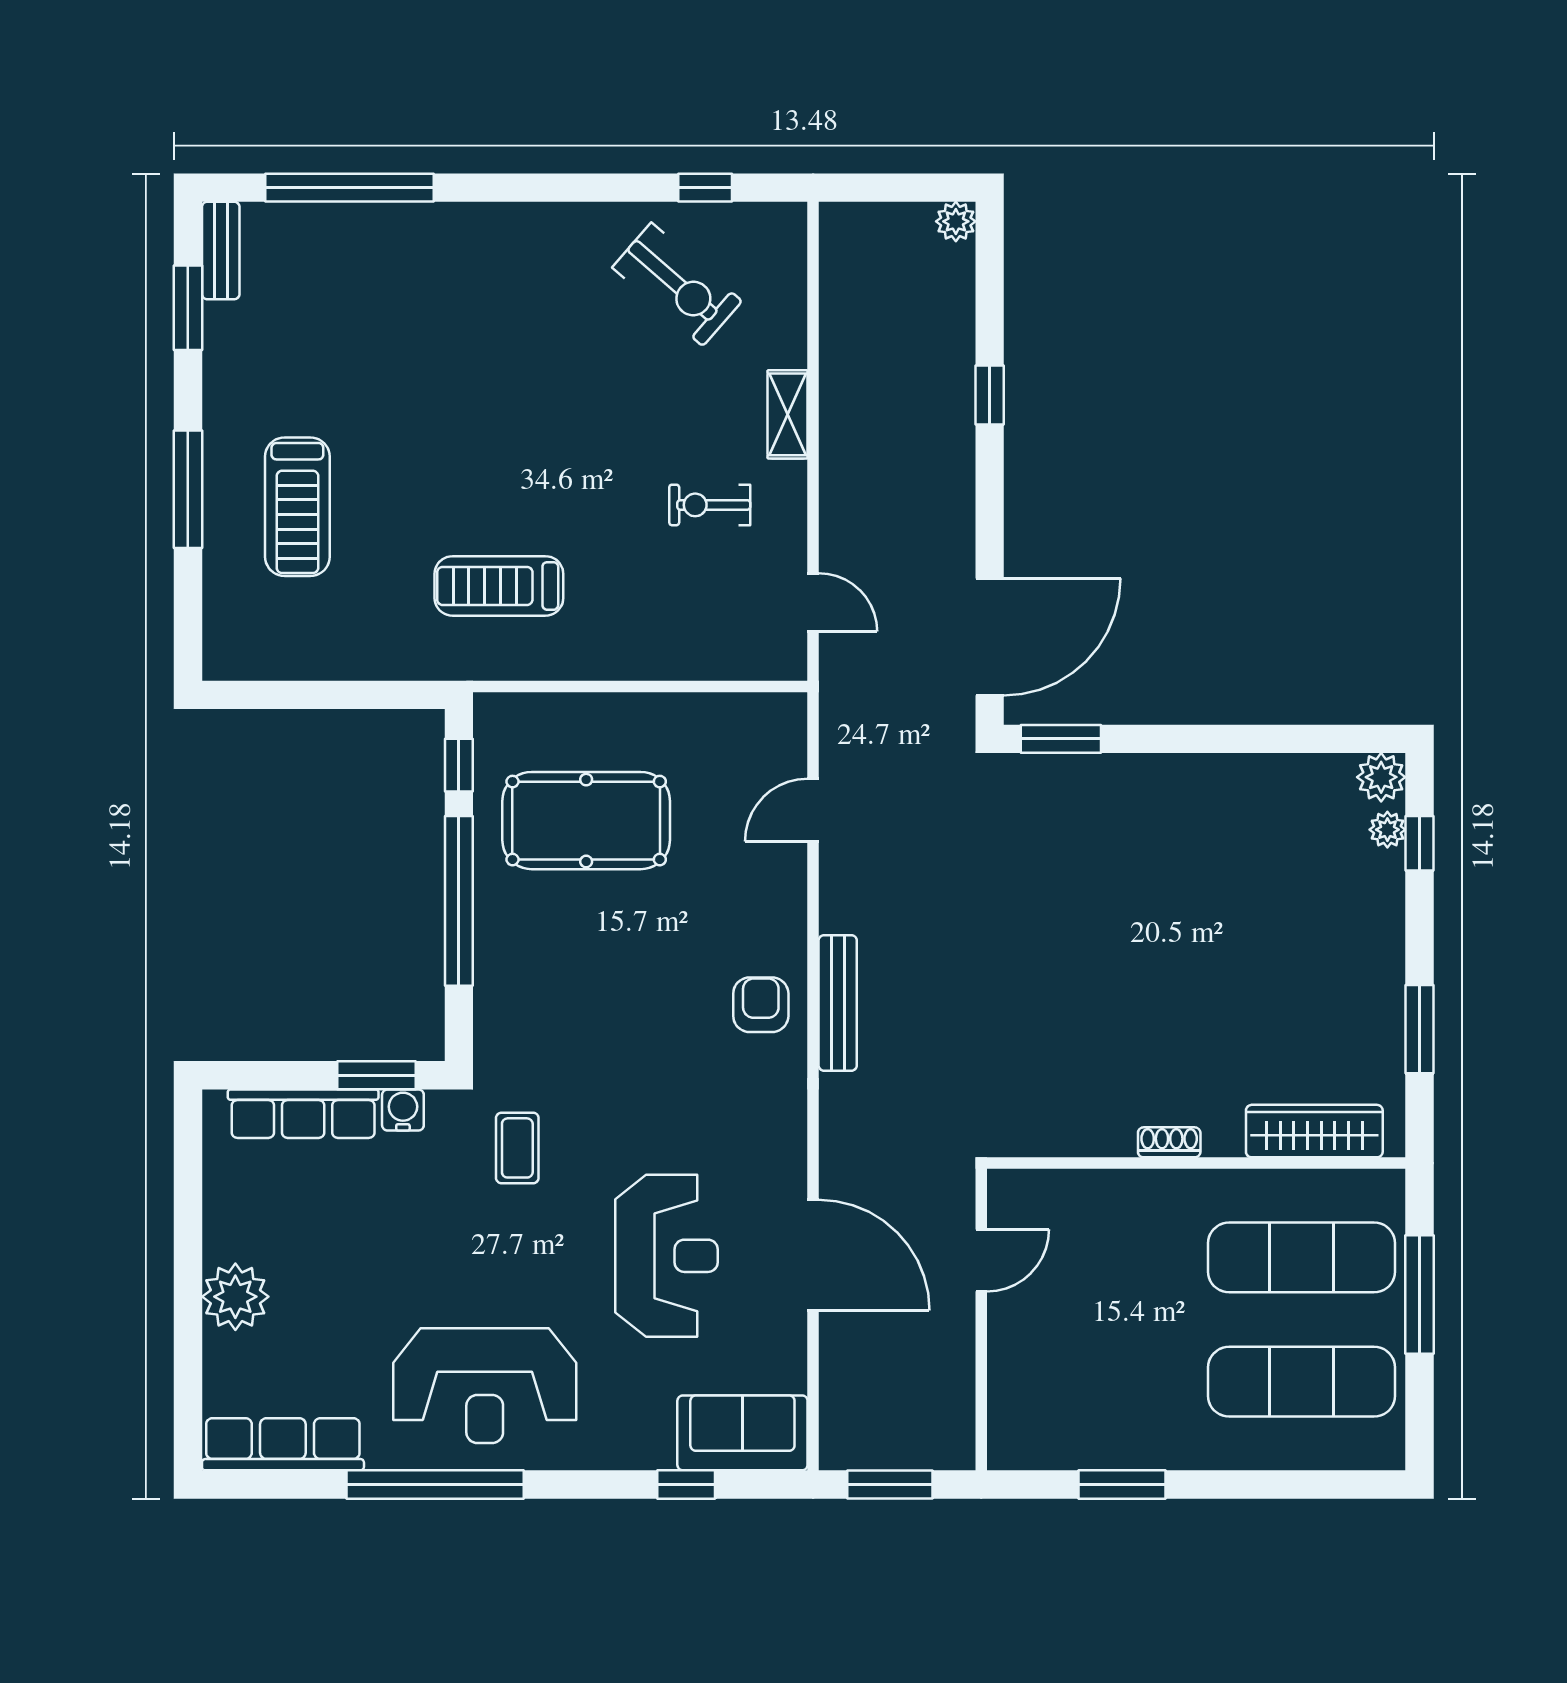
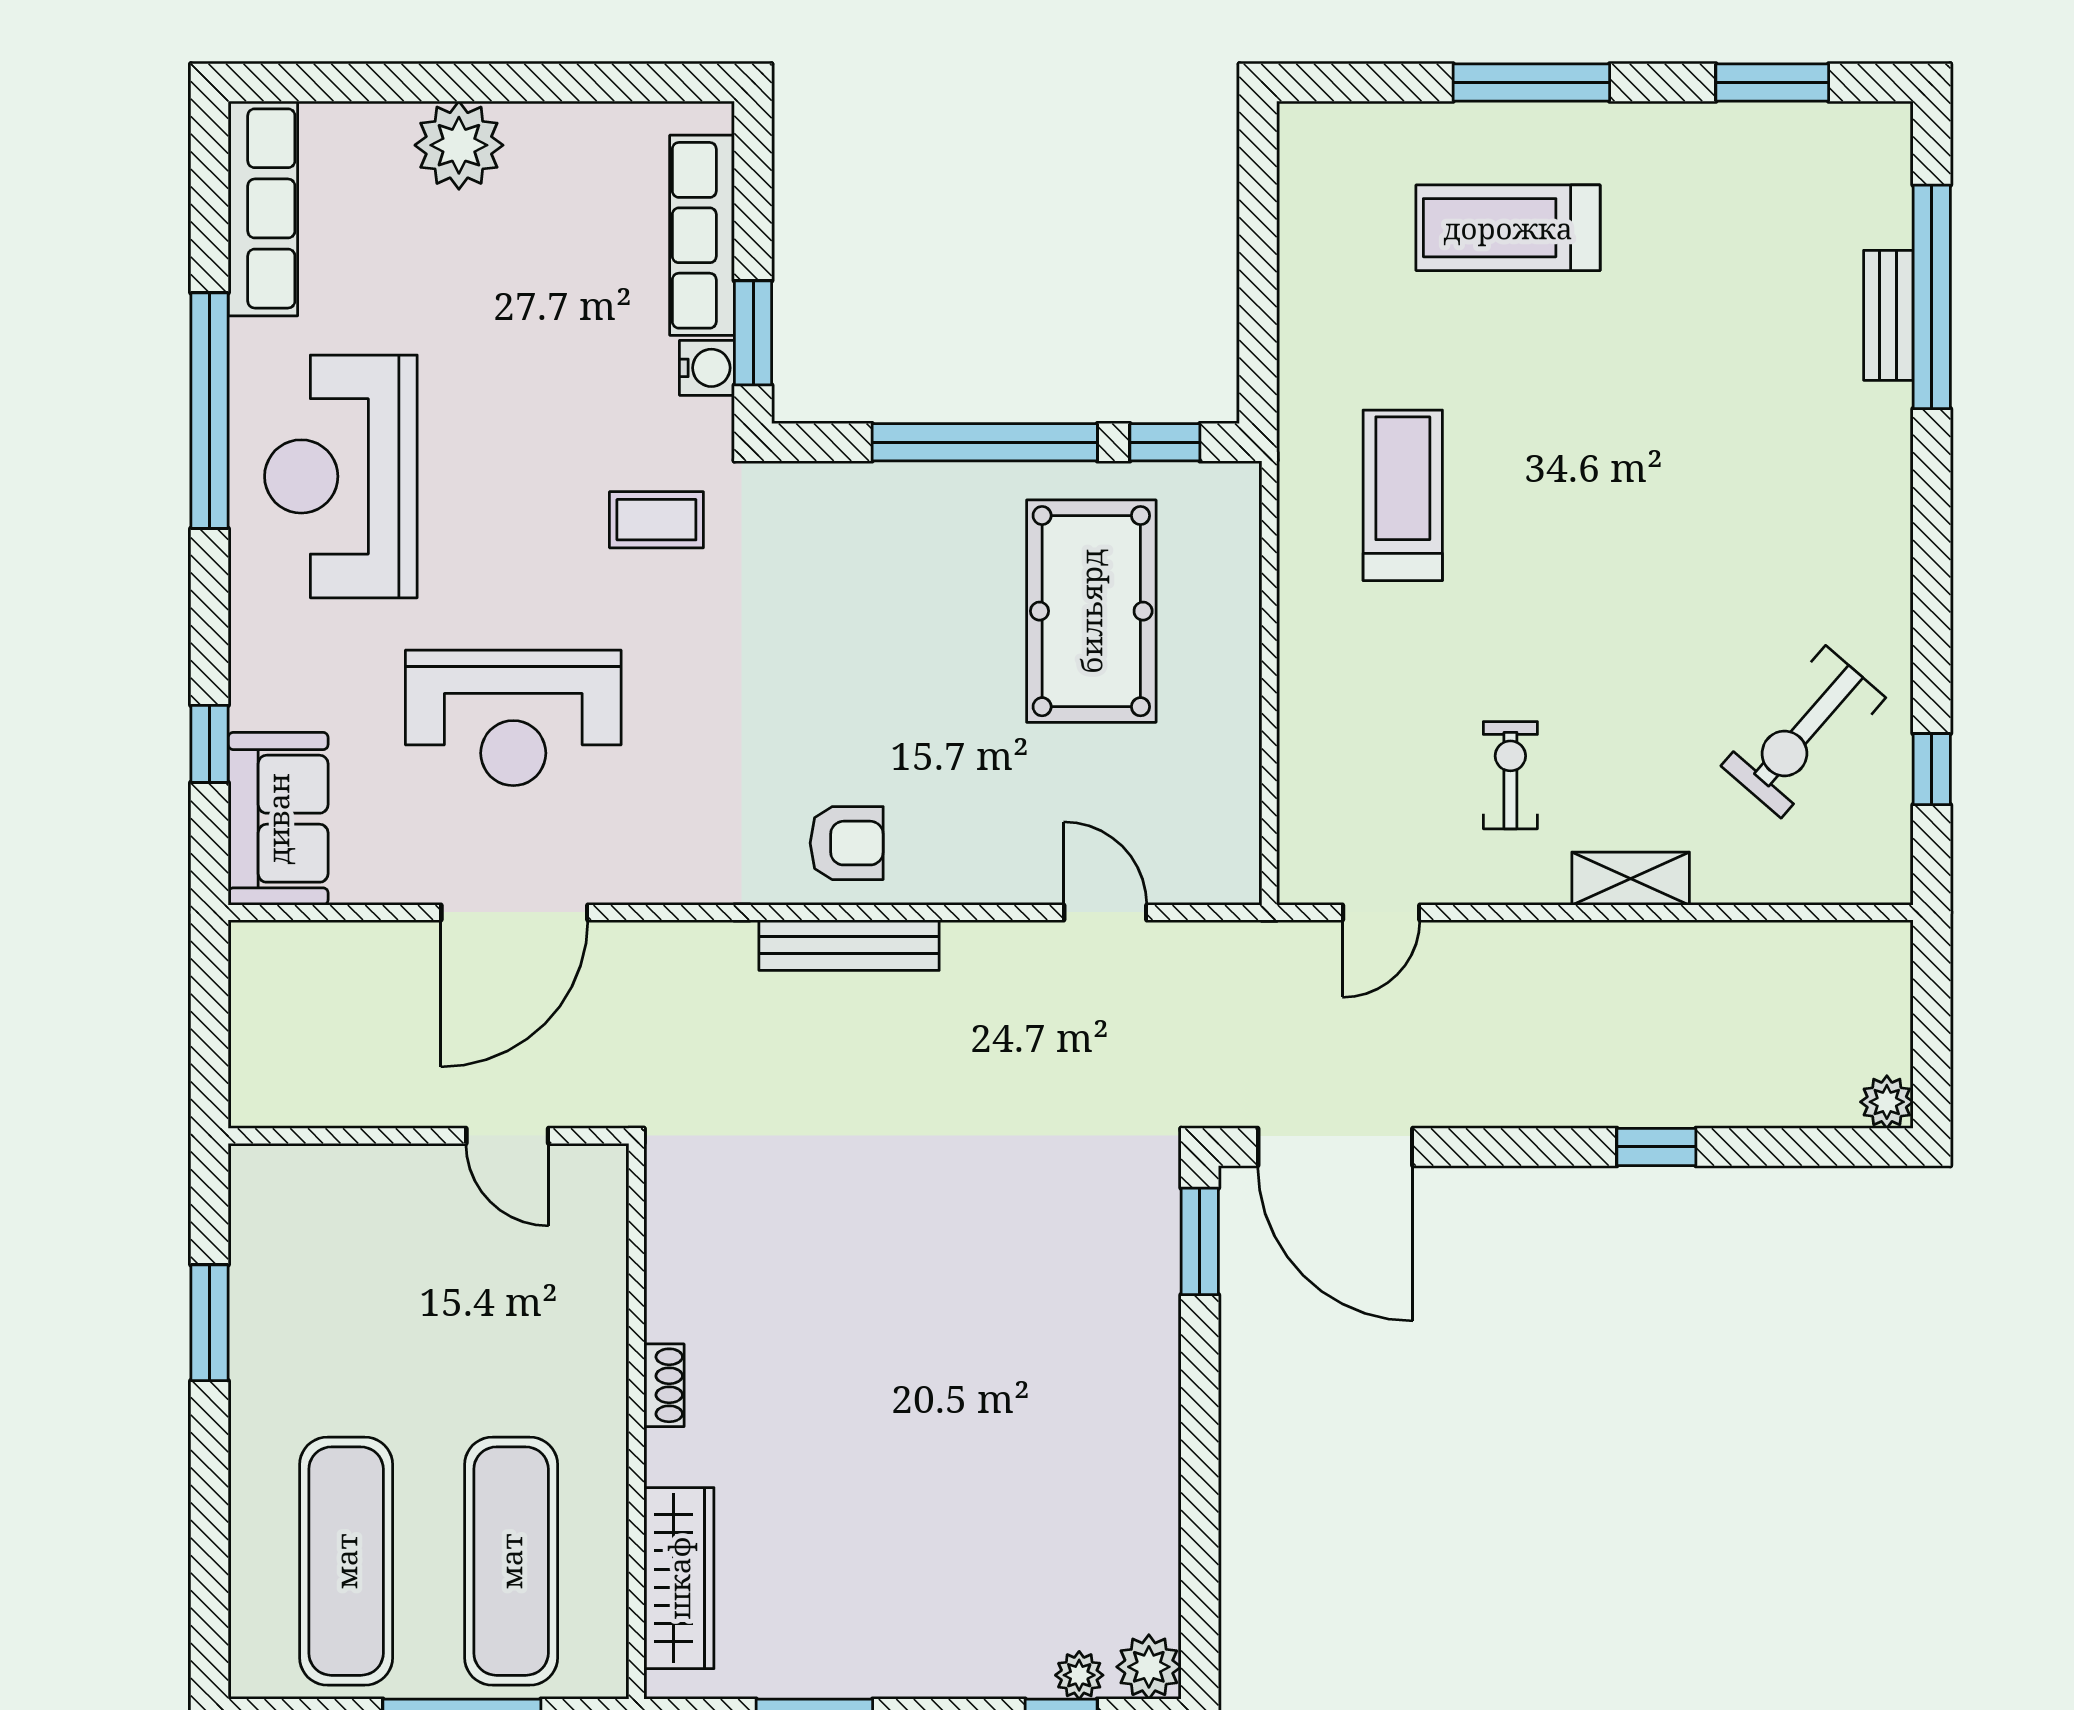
bench: (221, 251) -> (1888, 315), moved, turned 90
window: (890, 1484) -> (210, 1015), removed

